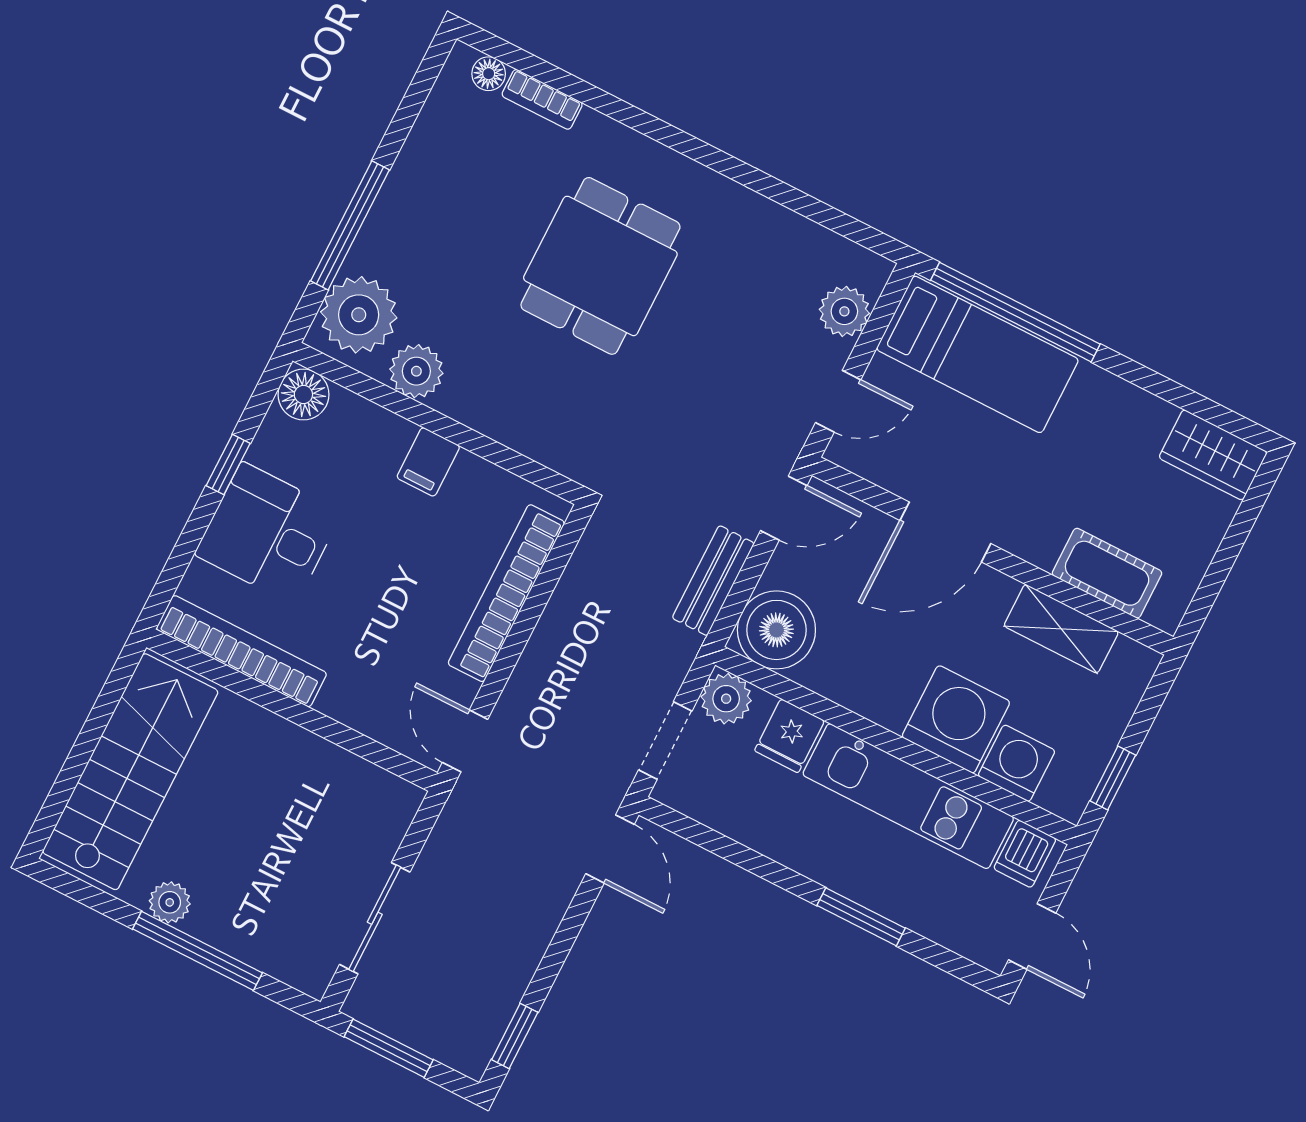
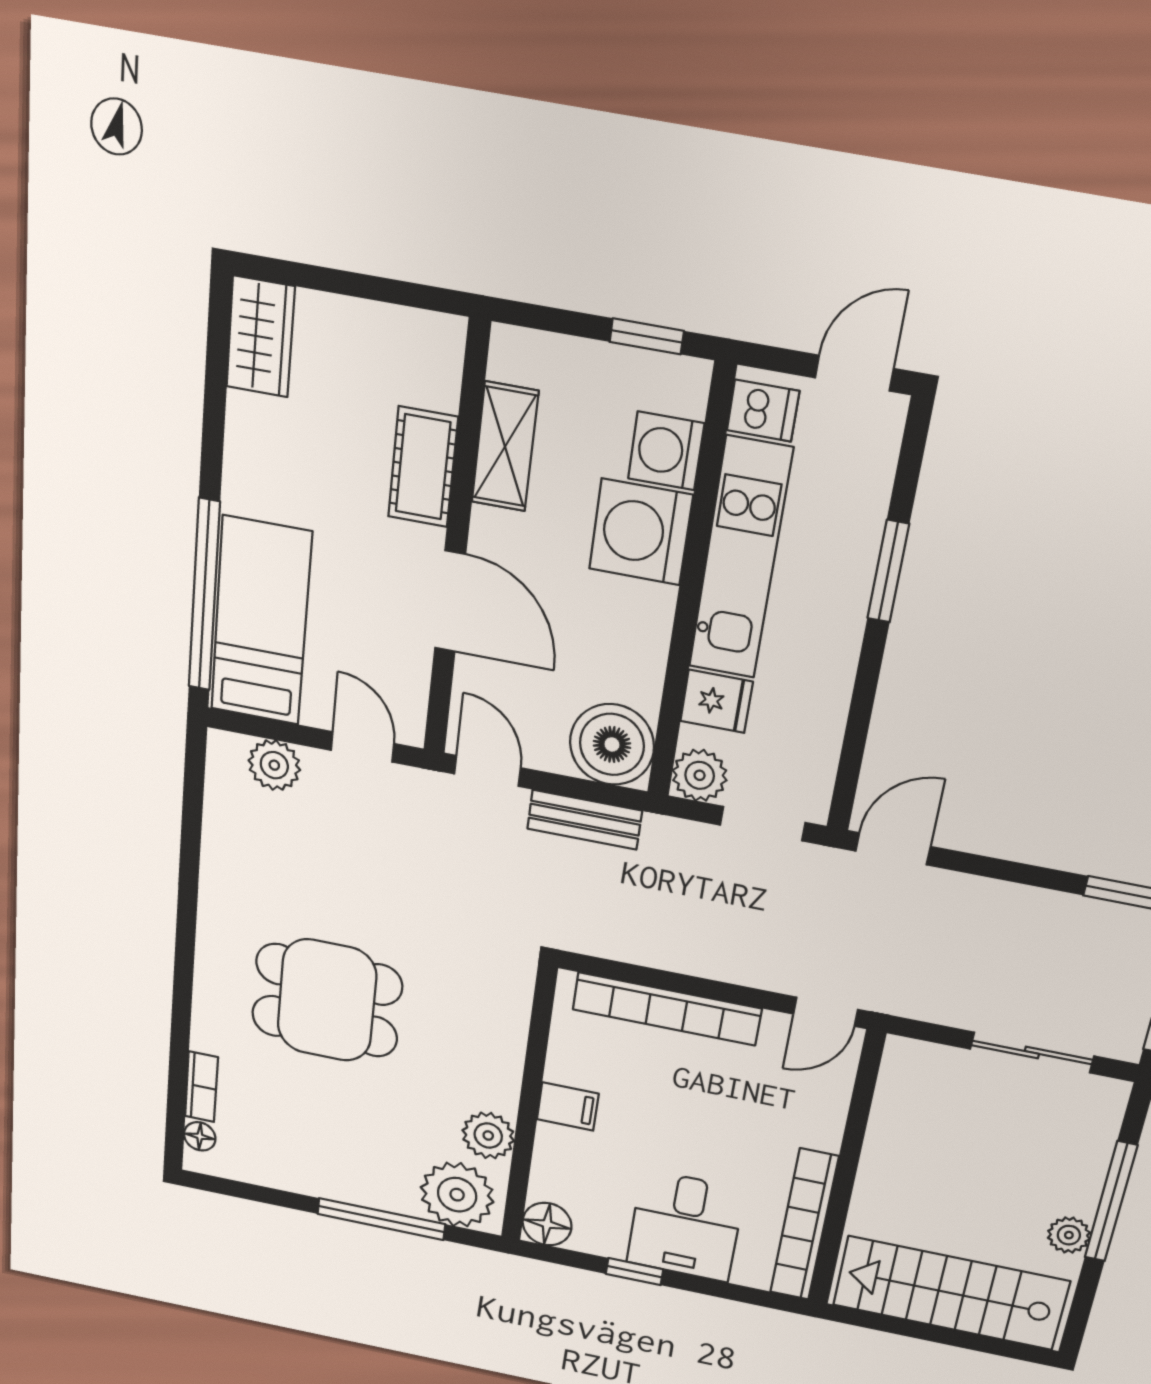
cot: (1107, 573) -> (423, 467), moved

